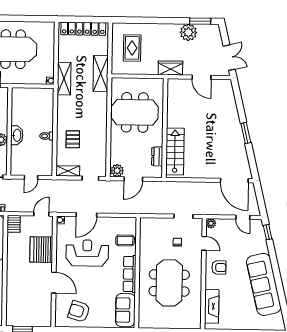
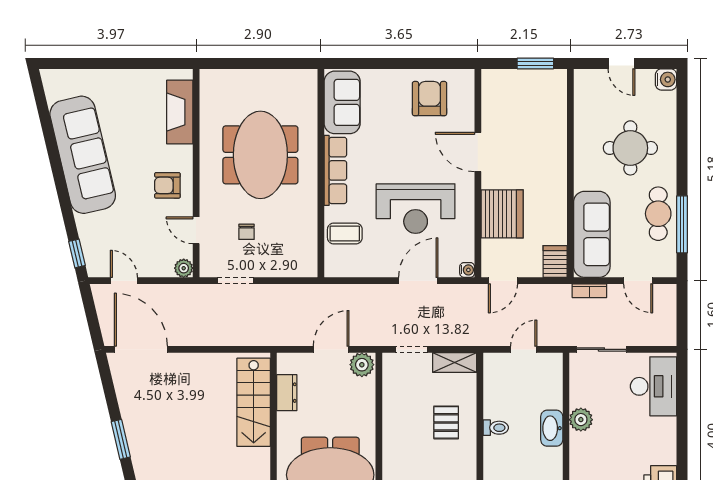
armchair: (79, 311) -> (429, 99), turned -107

